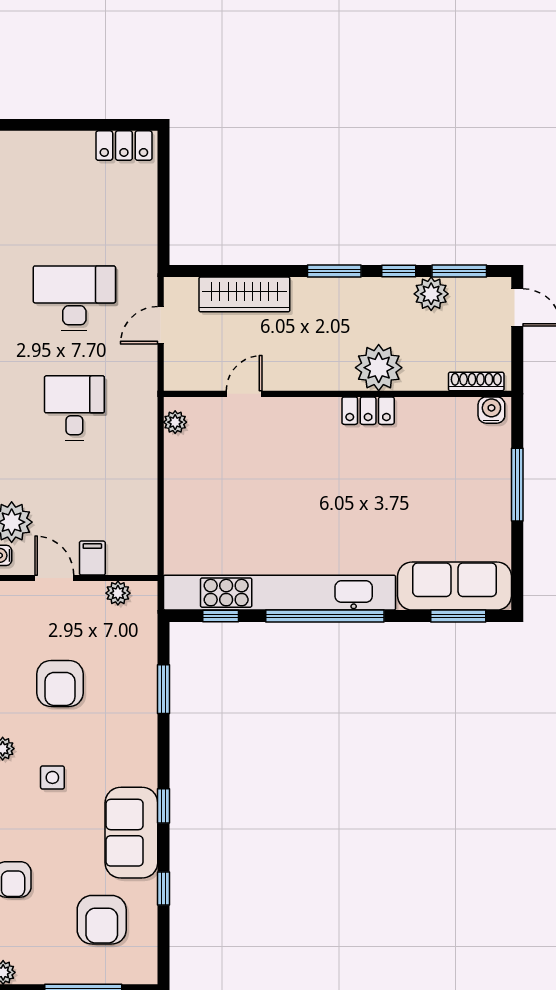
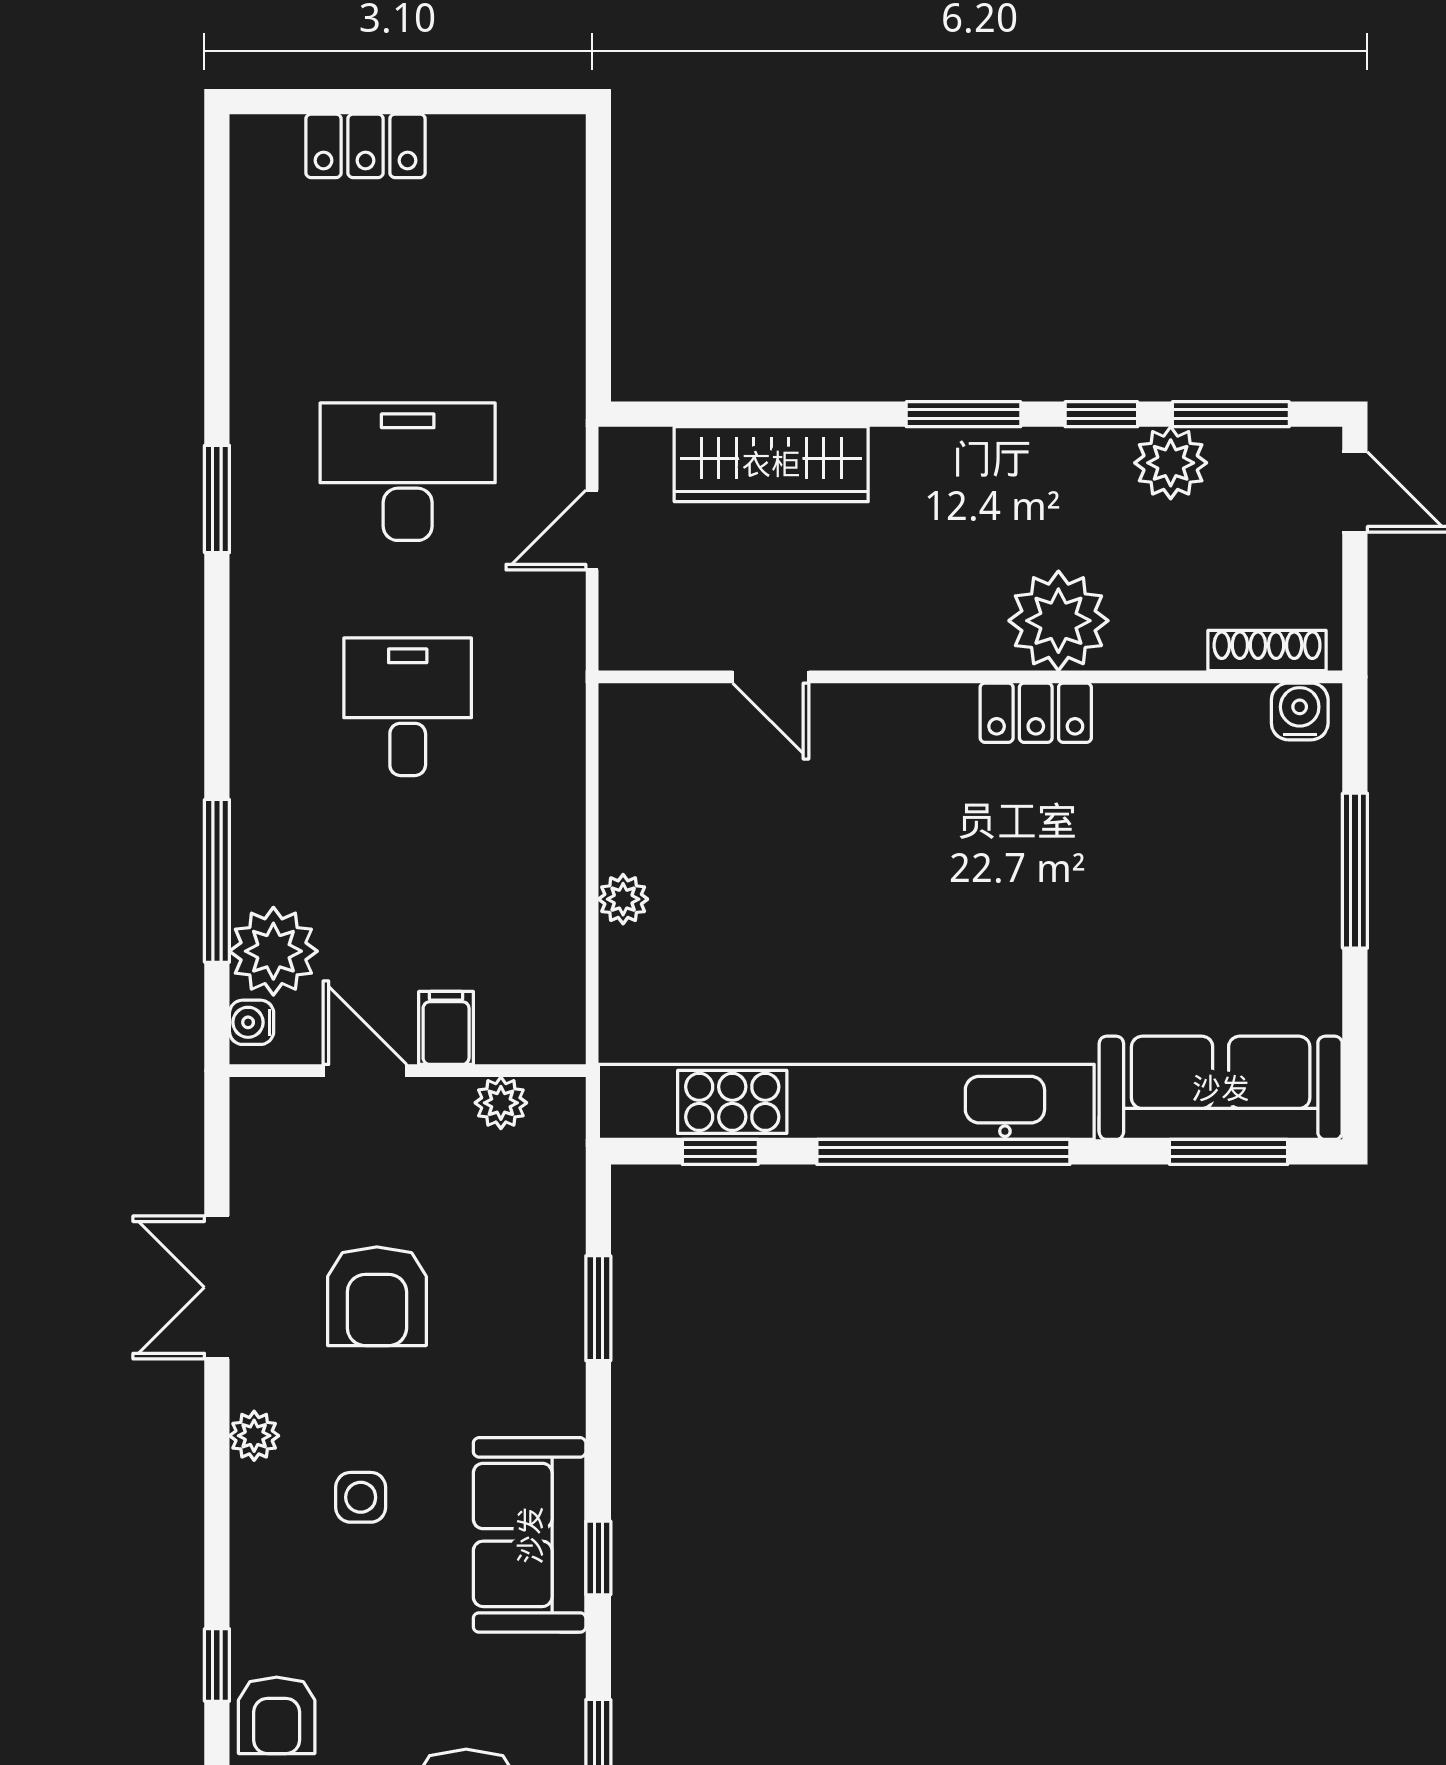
locker: (124, 146) -> (366, 146), moved
door: (244, 394) -> (771, 677), swing flipped
plant: (175, 422) -> (623, 899), moved
sofa: (131, 833) -> (530, 1535), moved

